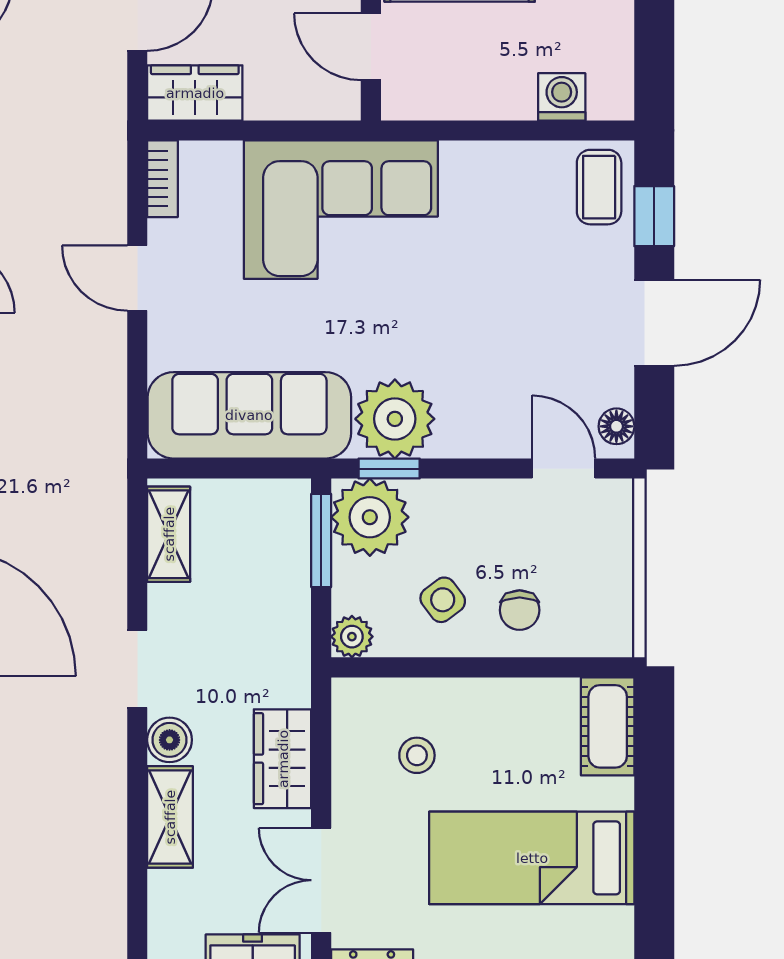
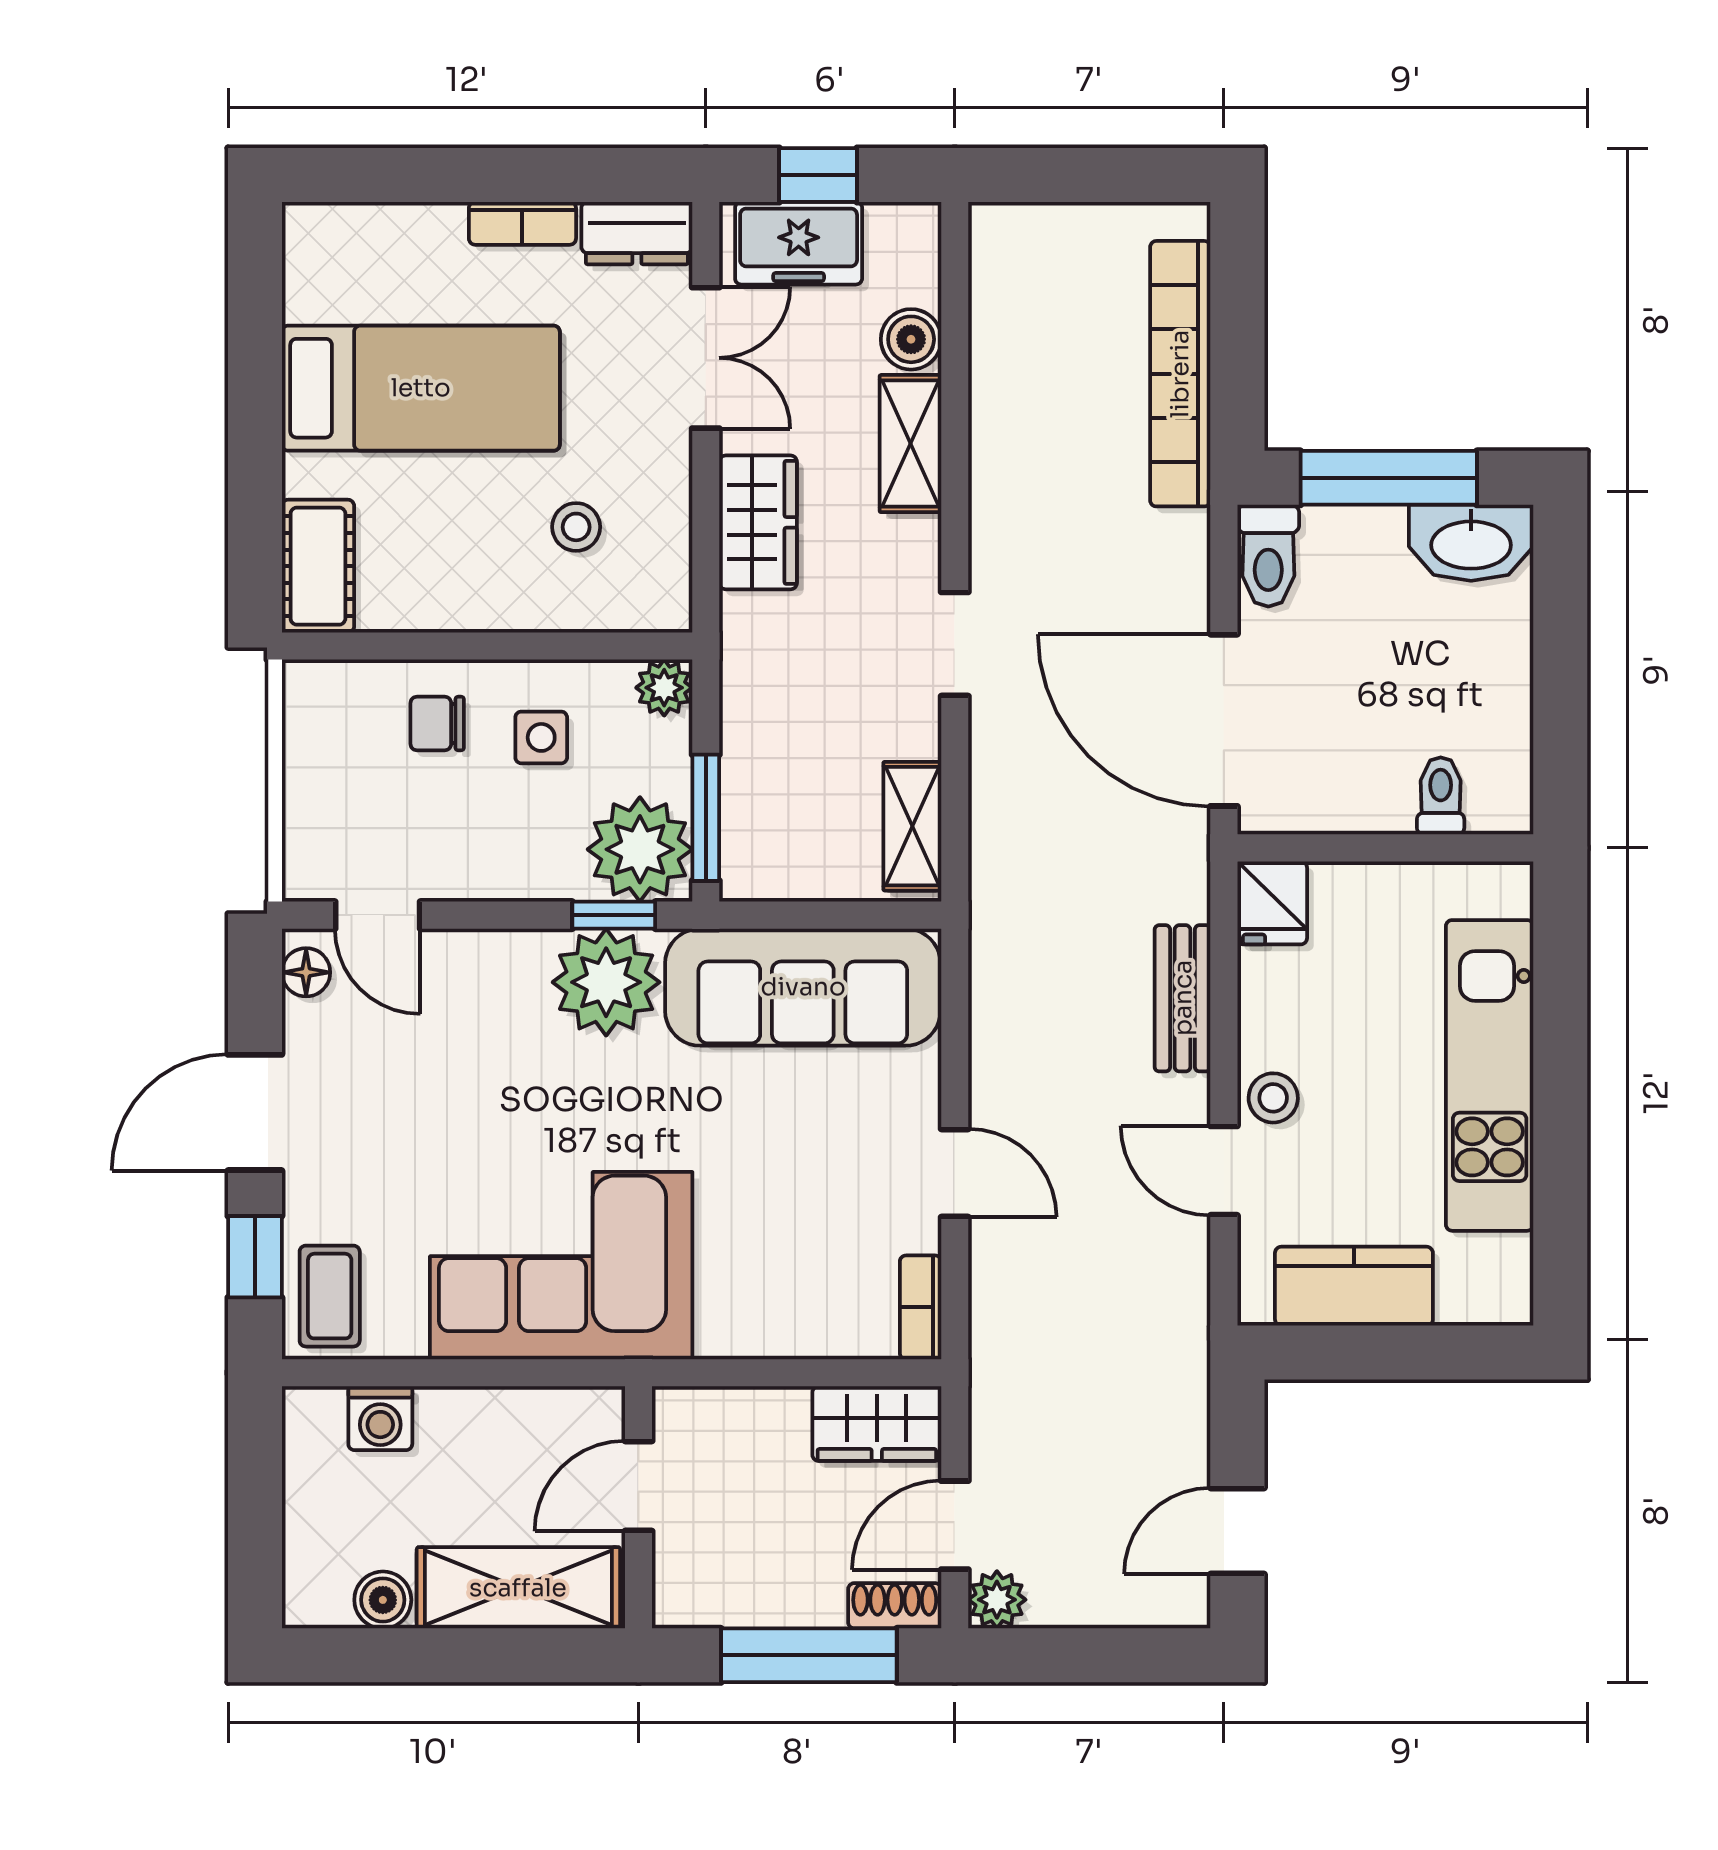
door: (371, 47) -> (638, 1486), swing flipped
corner sofa: (341, 210) -> (561, 1266), moved
side table: (443, 600) -> (541, 737), turned 37
chair: (520, 610) -> (437, 723), turned -90
boiler: (170, 740) -> (911, 339), moved

